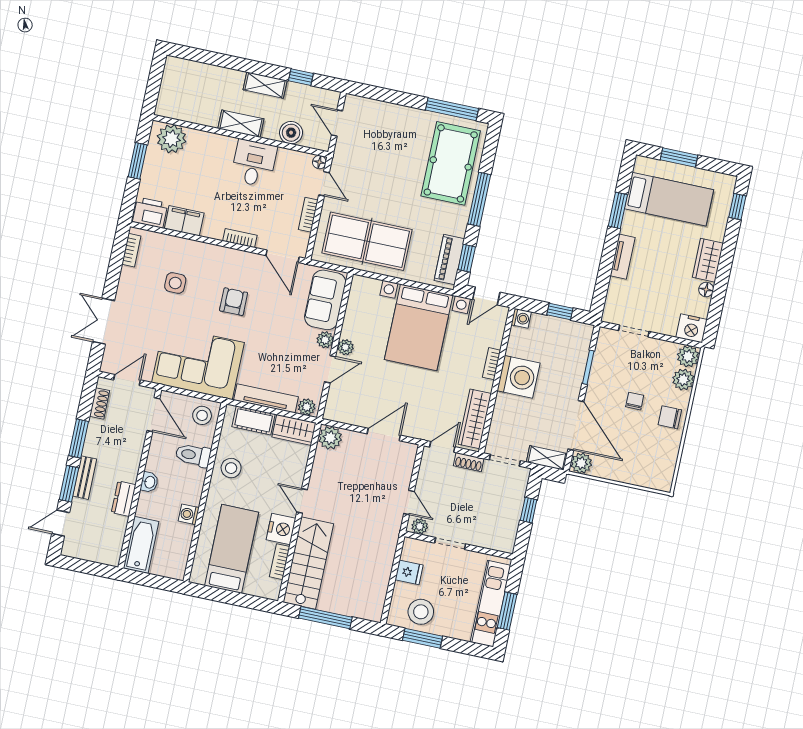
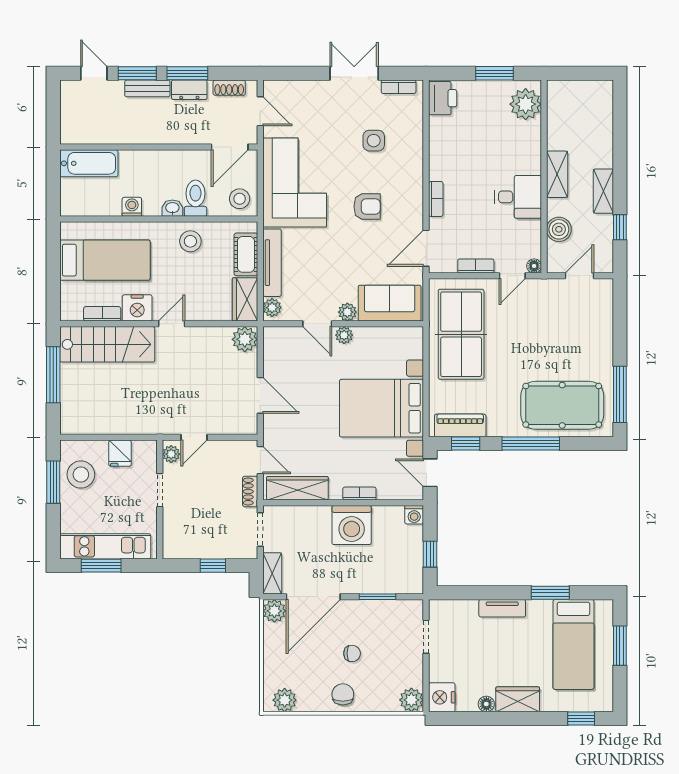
filing cabinet: (184, 221) -> (442, 136), removed
double door: (104, 321) -> (354, 73), moved
plant: (683, 380) -> (285, 700), moved
washbasin: (149, 482) -> (172, 208), moved, turned 180
dresser: (124, 499) -> (189, 90), moved, turned 180

